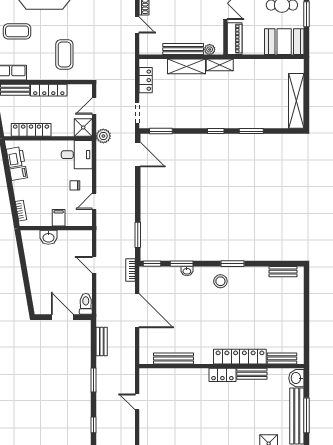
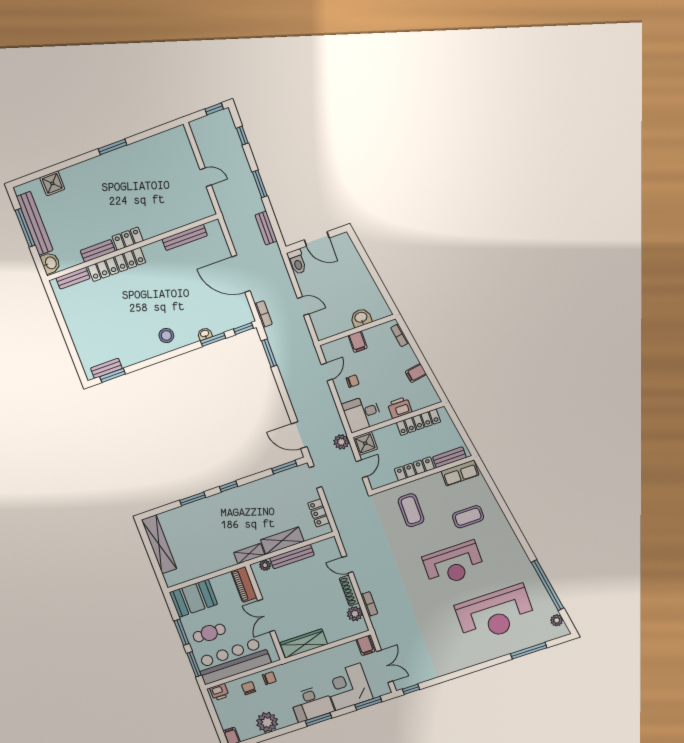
printer: (16, 157) -> (400, 408), moved, turned 100
window: (233, 264) -> (113, 375), moved

